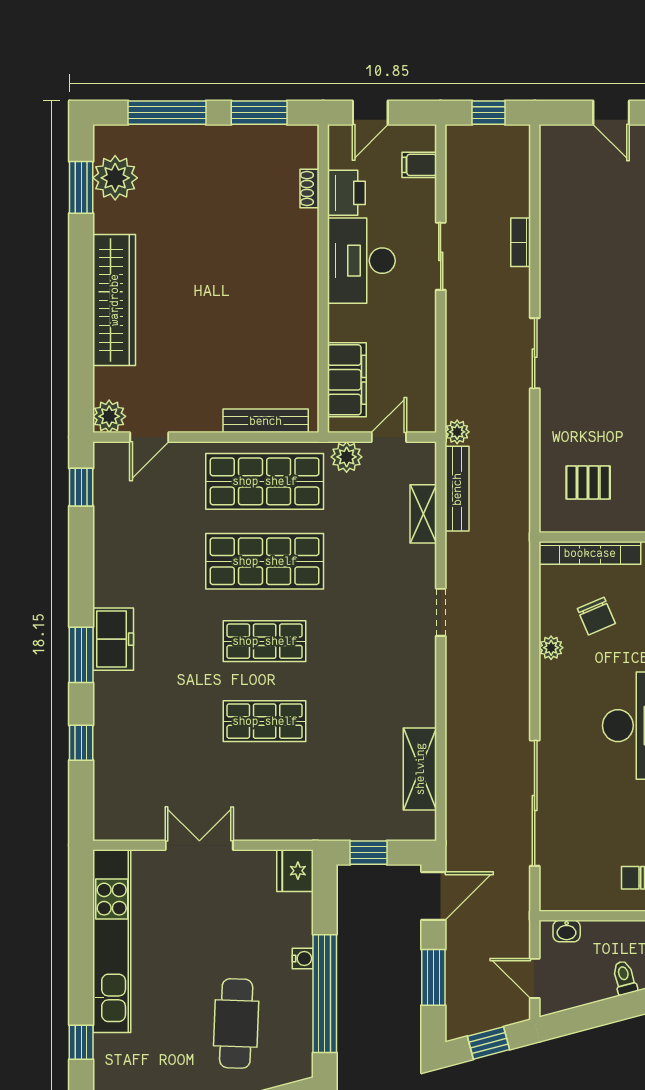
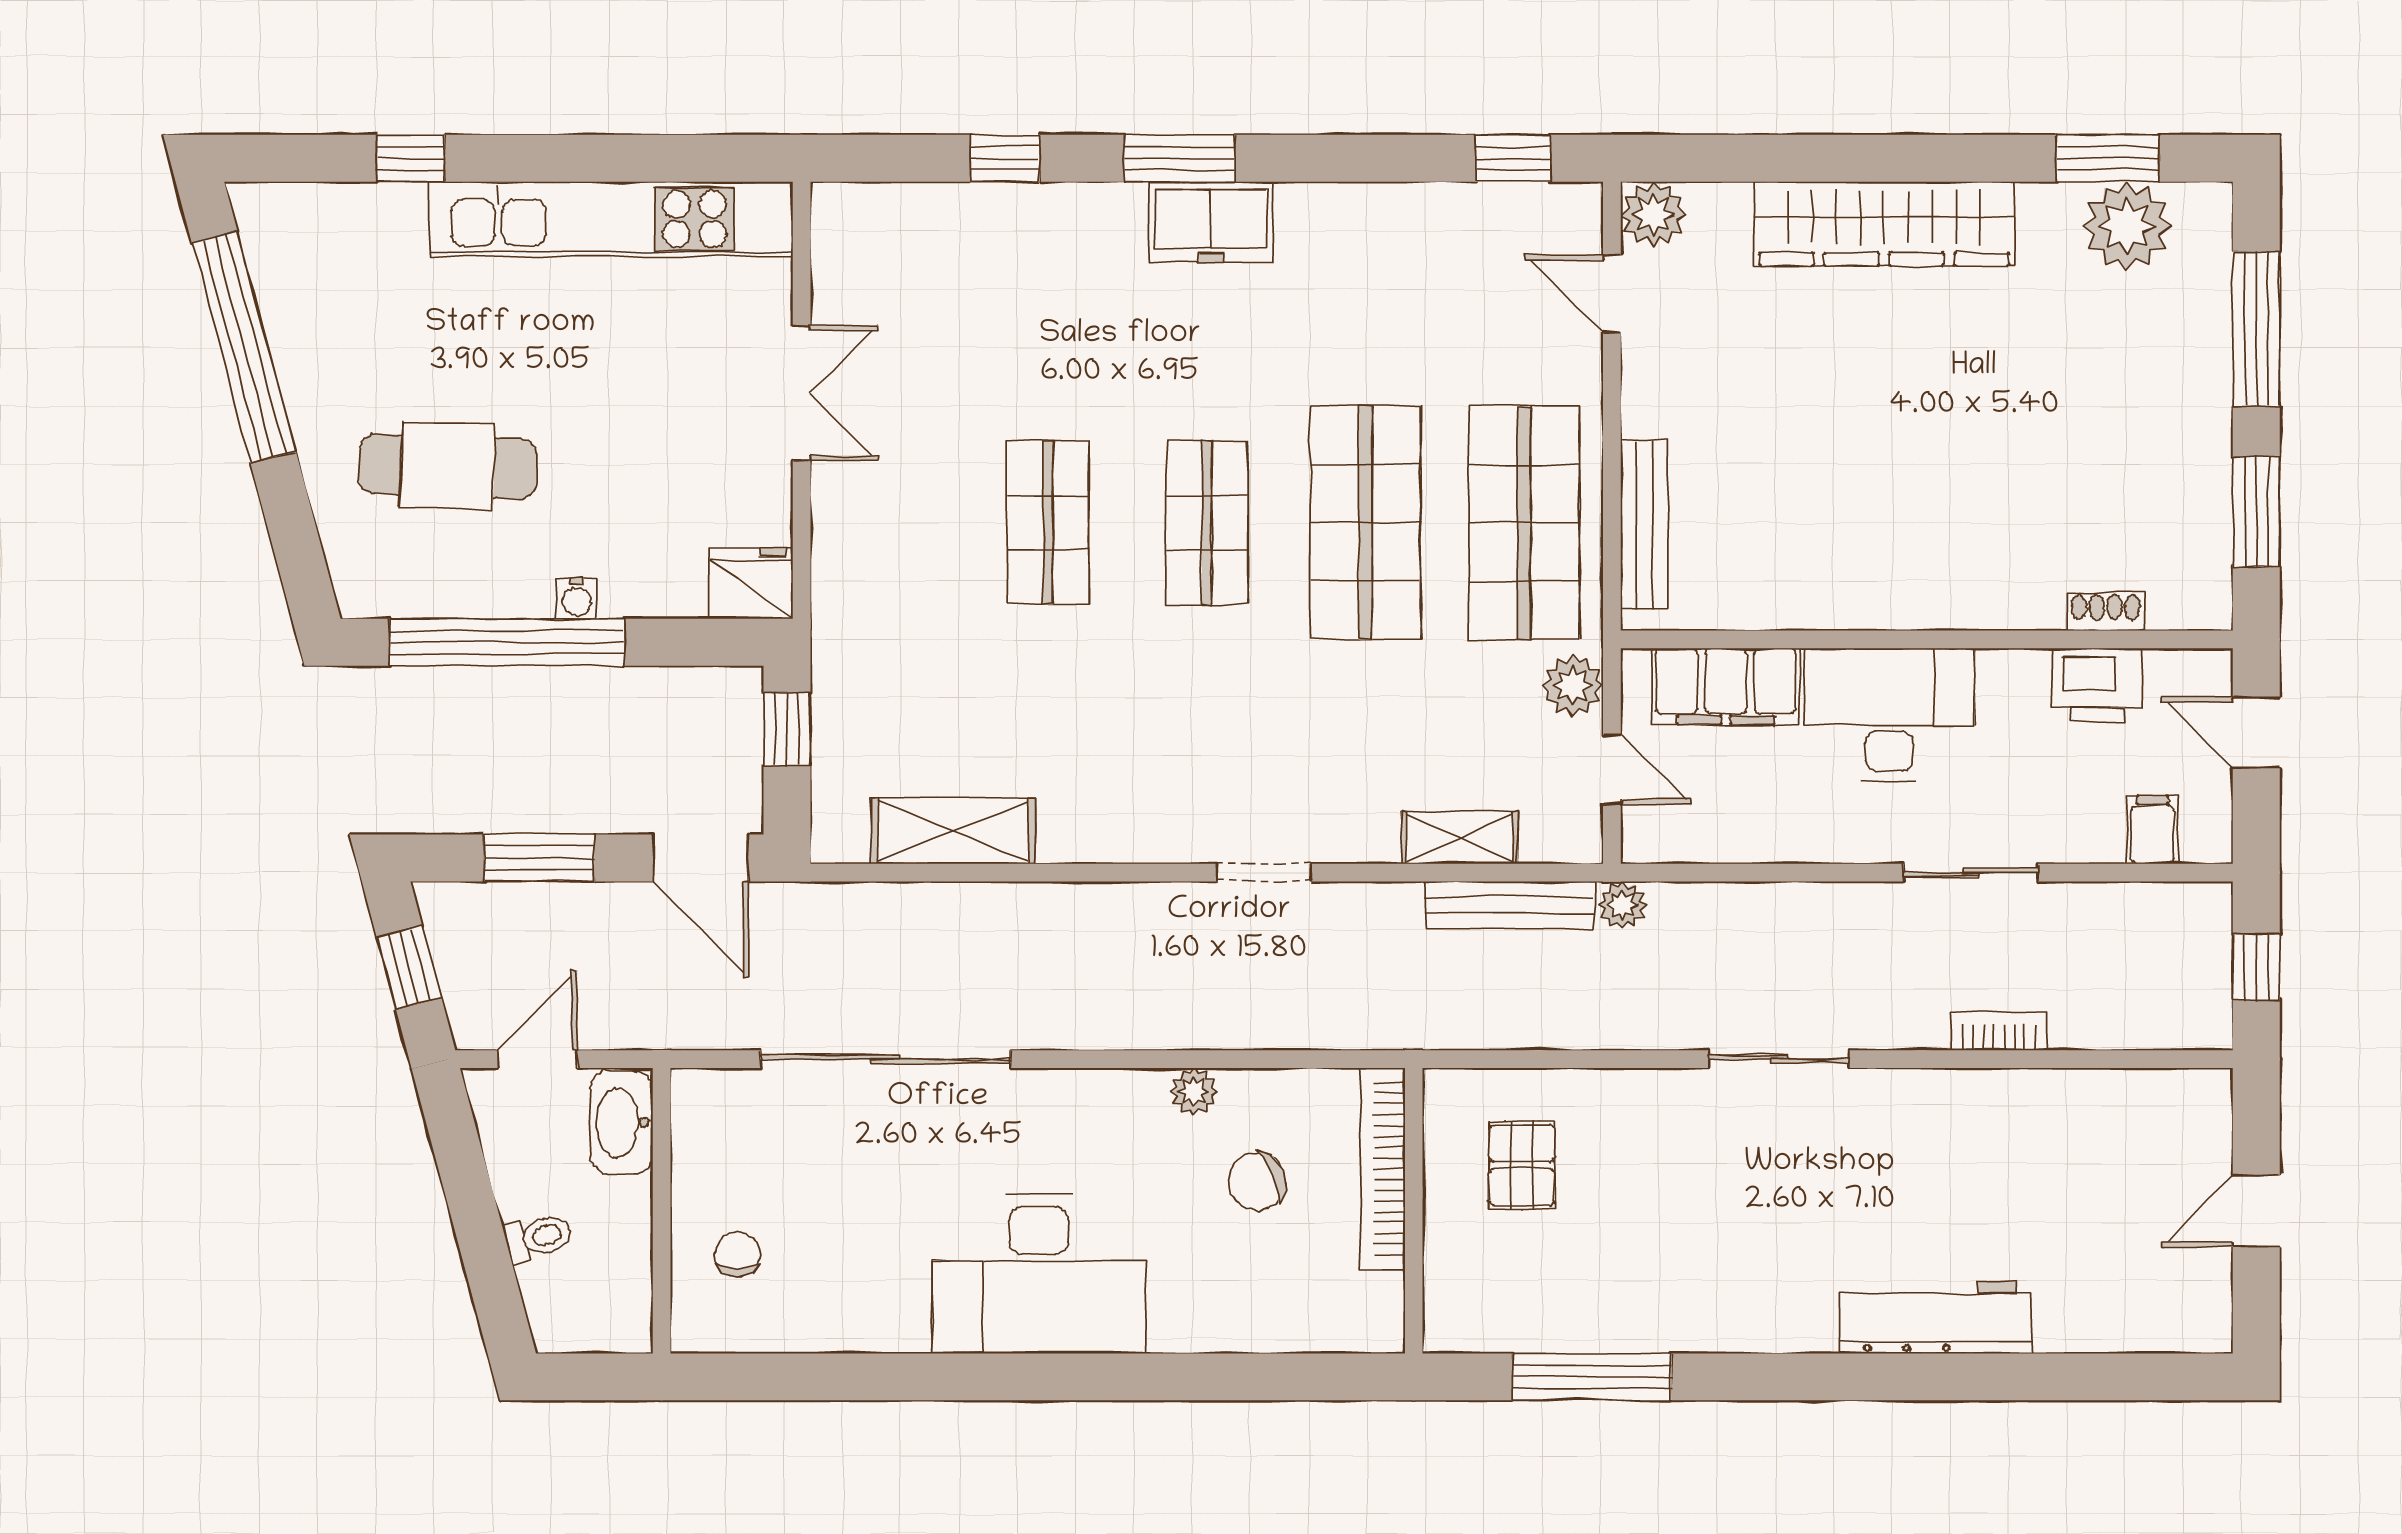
desk: (361, 261) -> (1889, 715), moved
washbasin: (567, 931) -> (622, 1122), width x1.91, depth x1.45

